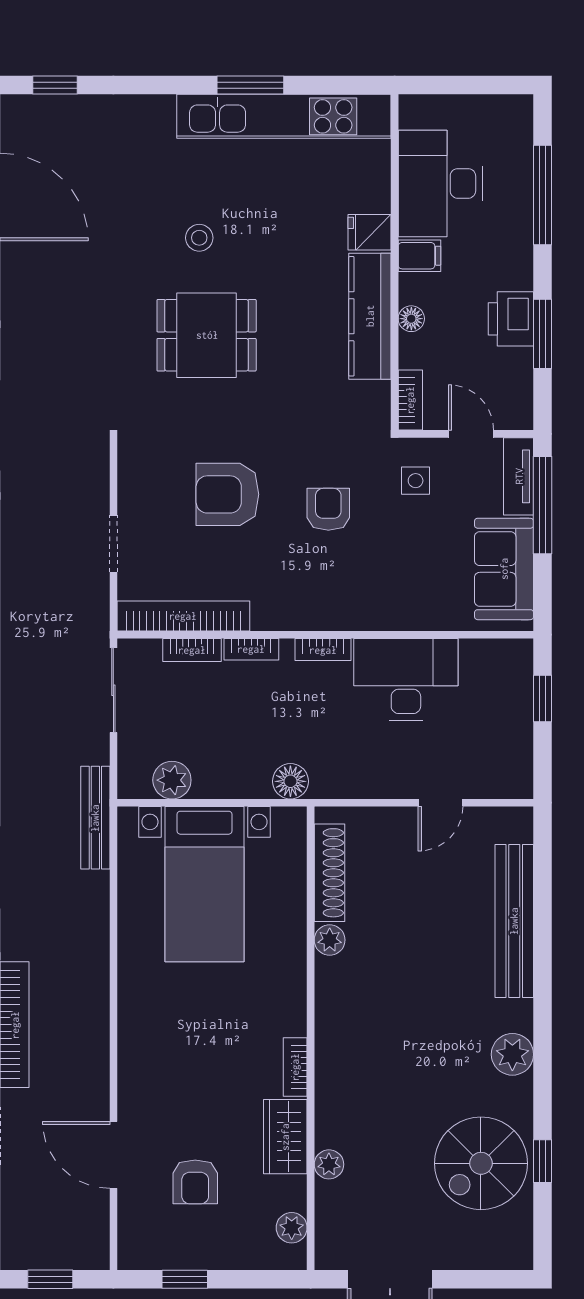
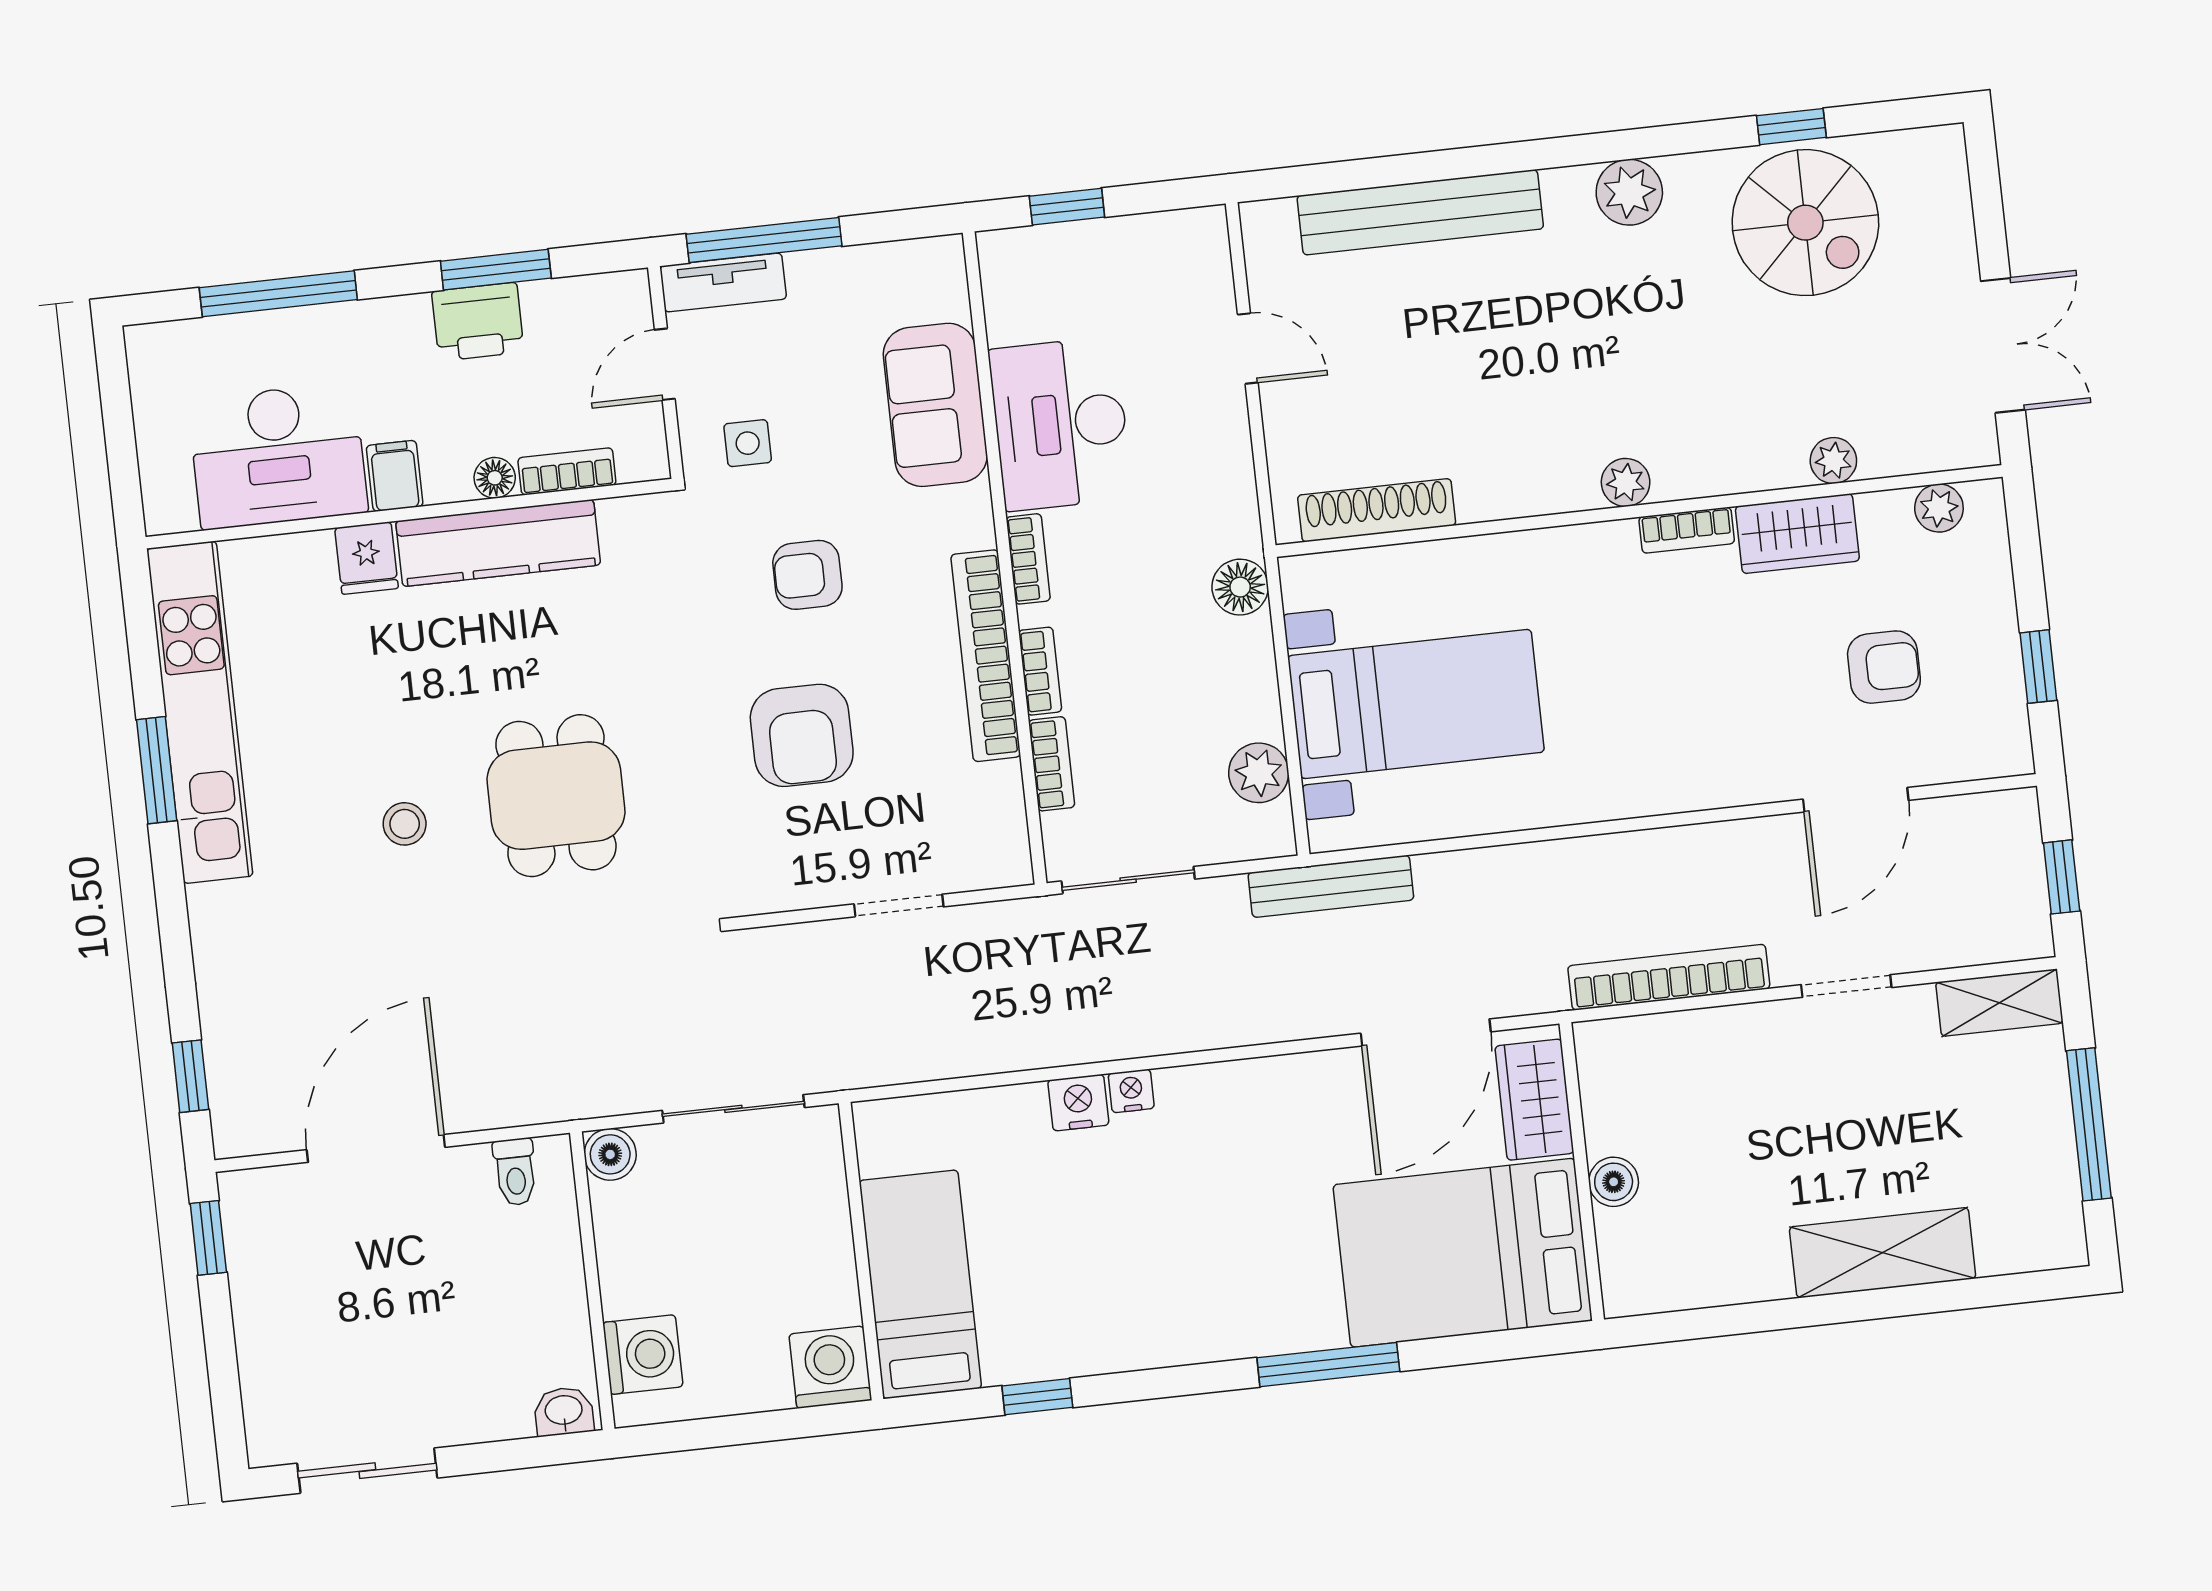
bookcase: (410, 400) -> (567, 471), moved
sofa: (504, 569) -> (935, 405), moved, turned 90
bookcase: (183, 616) -> (986, 656), moved
plant: (330, 940) -> (1626, 482), moved

